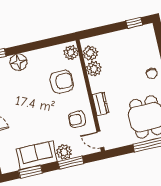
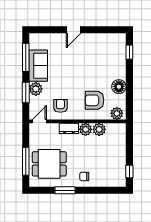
plant: (90, 53) -> (86, 129), moved
floor lamp: (18, 62) -> (119, 87), moved
armchair: (62, 82) -> (95, 100), turned 90
window: (30, 172) -> (26, 57), width x1.44

